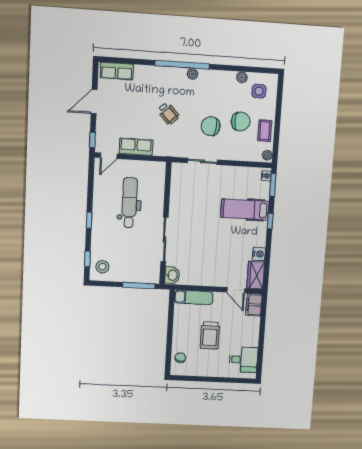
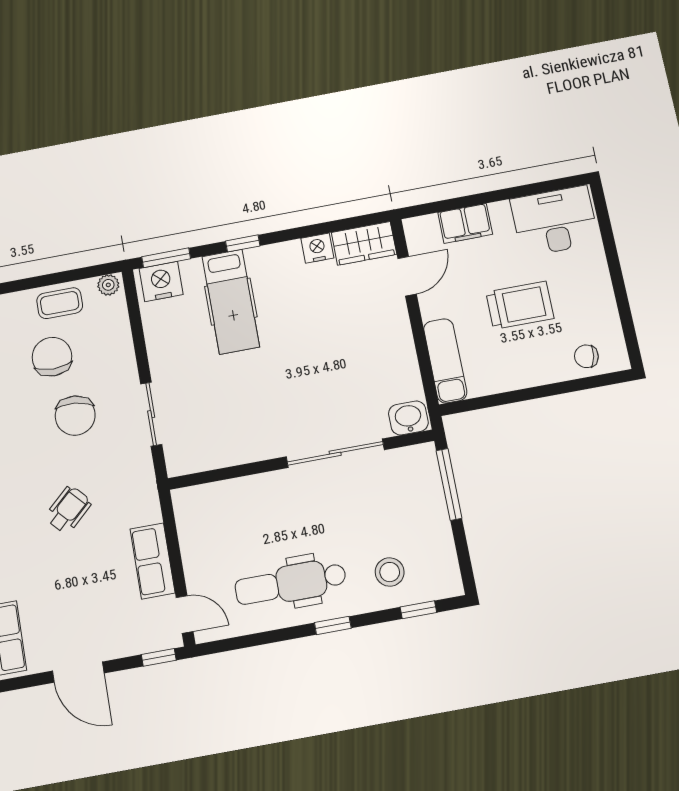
nightstand: (266, 176) -> (161, 282), width x1.89, depth x1.79
dental chair: (129, 203) -> (290, 583), moved
stool: (102, 267) -> (390, 572), moved
filing cabinet: (254, 305) -> (465, 223), moved
desk: (243, 360) -> (555, 221), width x1.37

